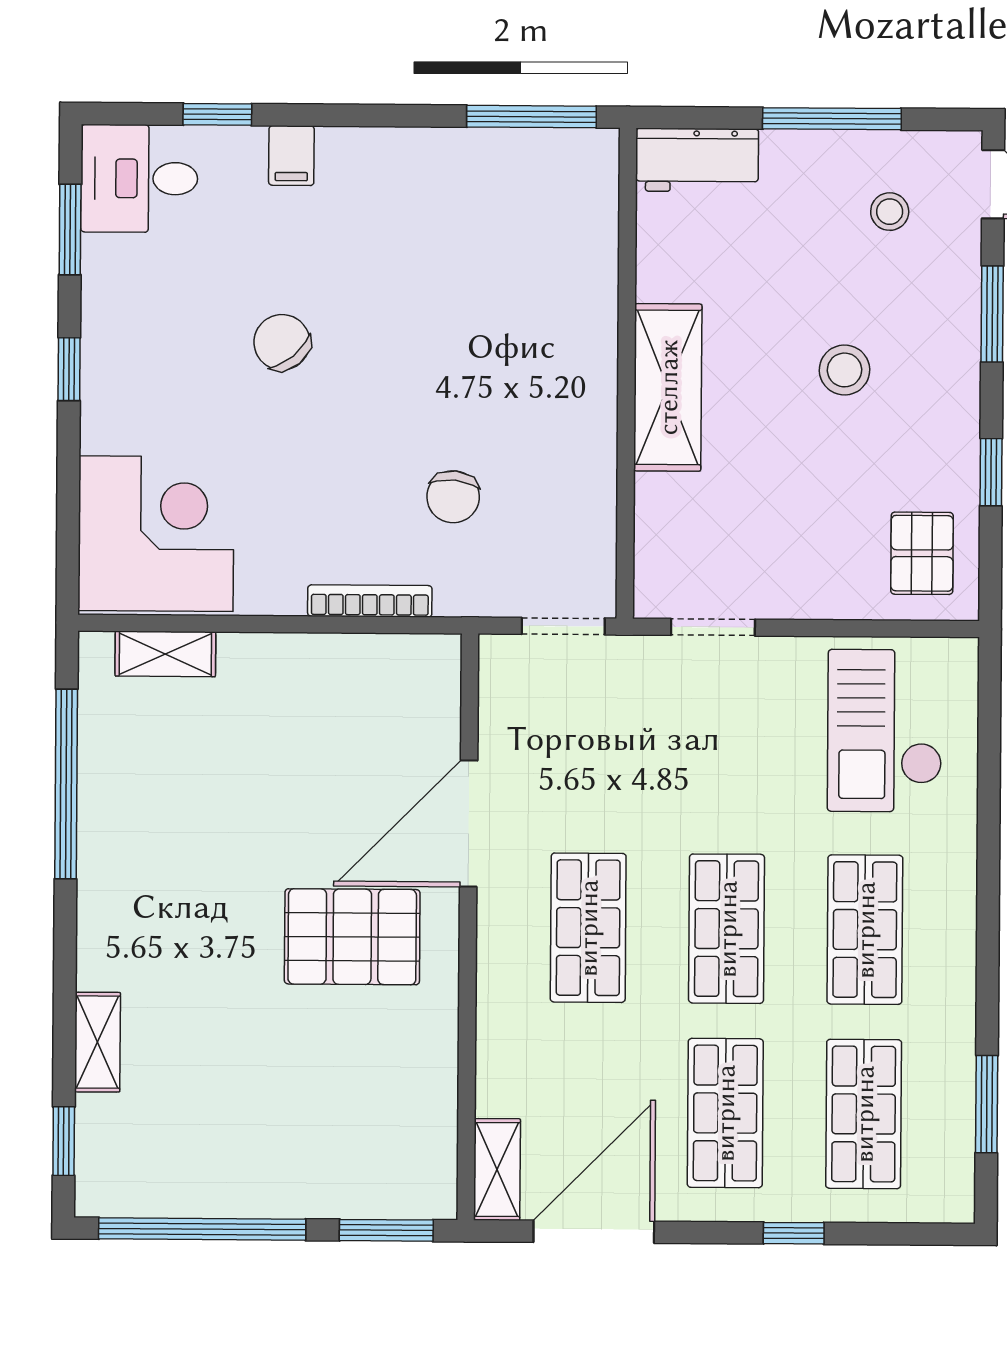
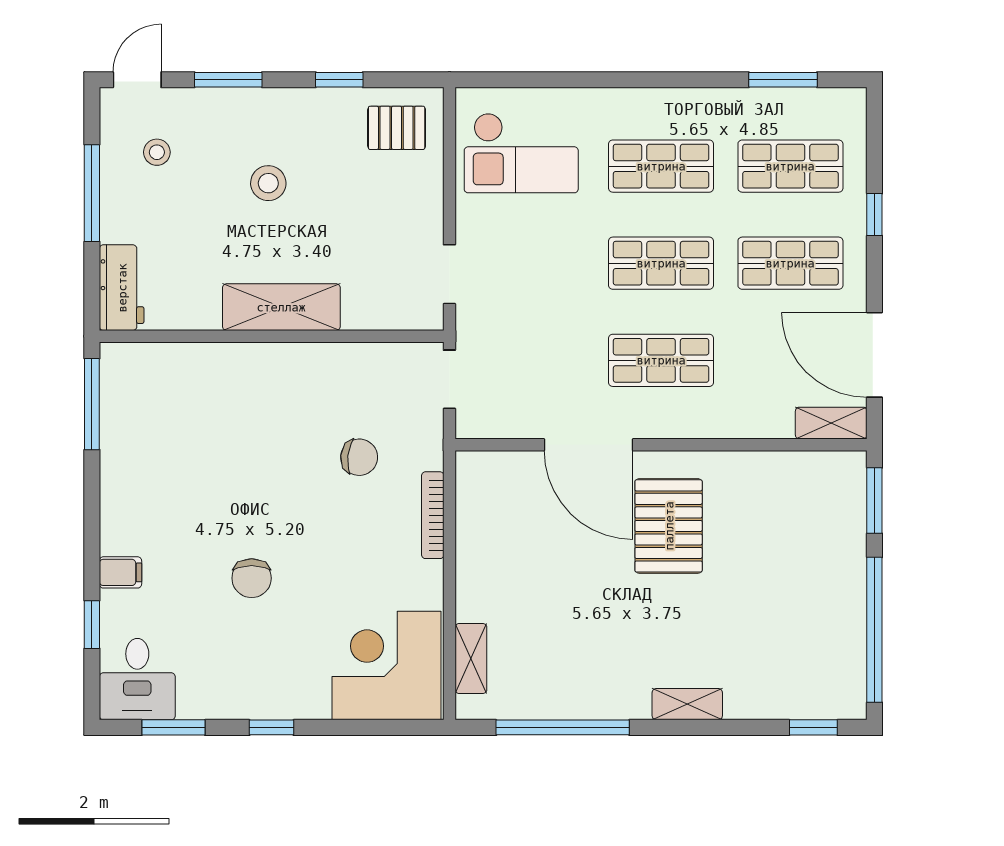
chair: (282, 342) -> (252, 578), turned -50
shelving: (97, 1042) -> (687, 704), moved

